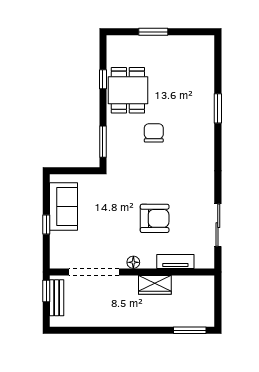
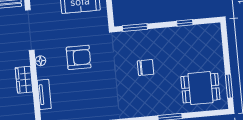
window: (153, 32) -> (229, 86), moved
dining table: (128, 90) -> (200, 88), moved
armchair: (155, 218) -> (79, 57), moved, turned -90

